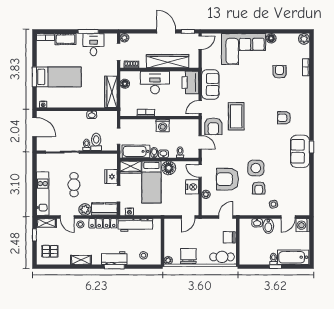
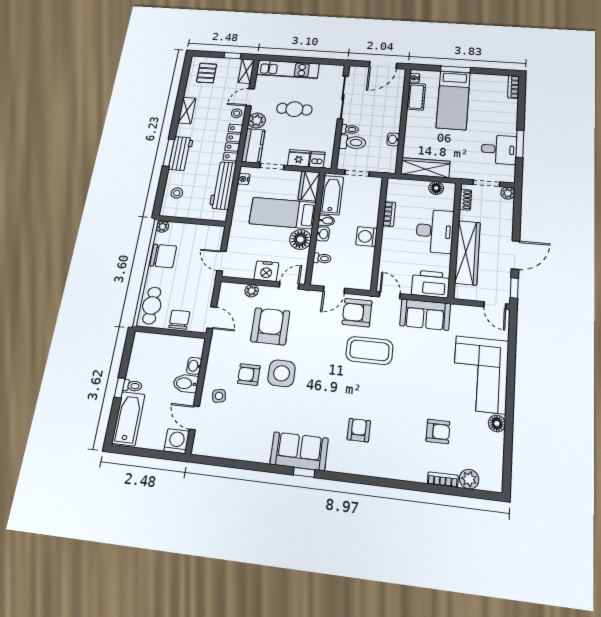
cot: (66, 39) -> (416, 97), moved
plant: (304, 39) -> (469, 479), moved
dishwasher: (111, 164) -> (317, 160), added

